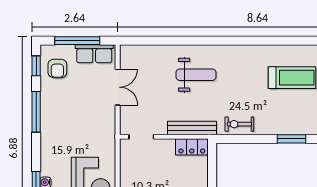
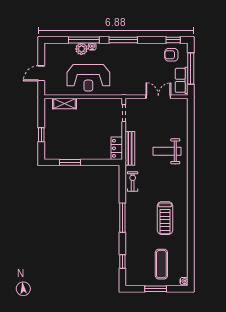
weight bench: (196, 75) -> (167, 151), turned 90
double door: (118, 87) -> (158, 97), swing flipped
window: (36, 112) -> (123, 40), moved
window: (292, 139) -> (122, 218), width x1.44

